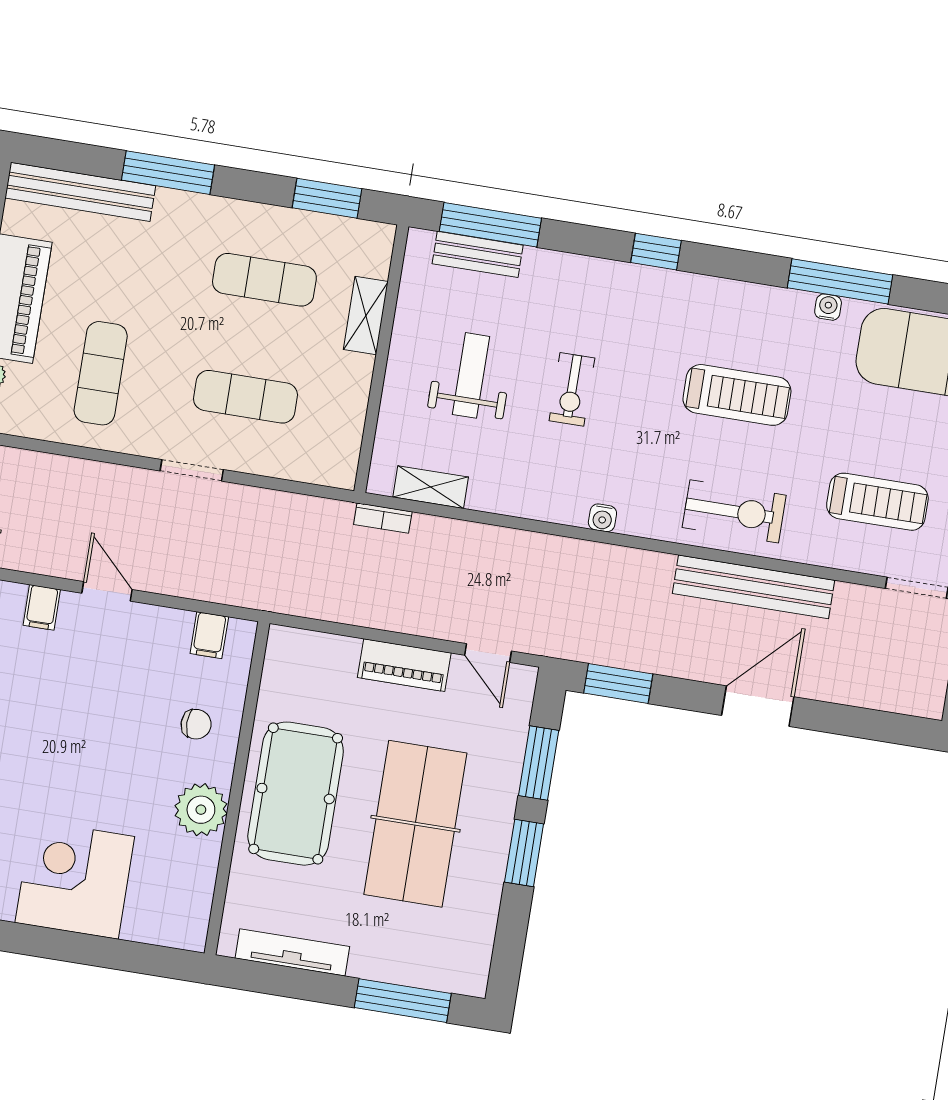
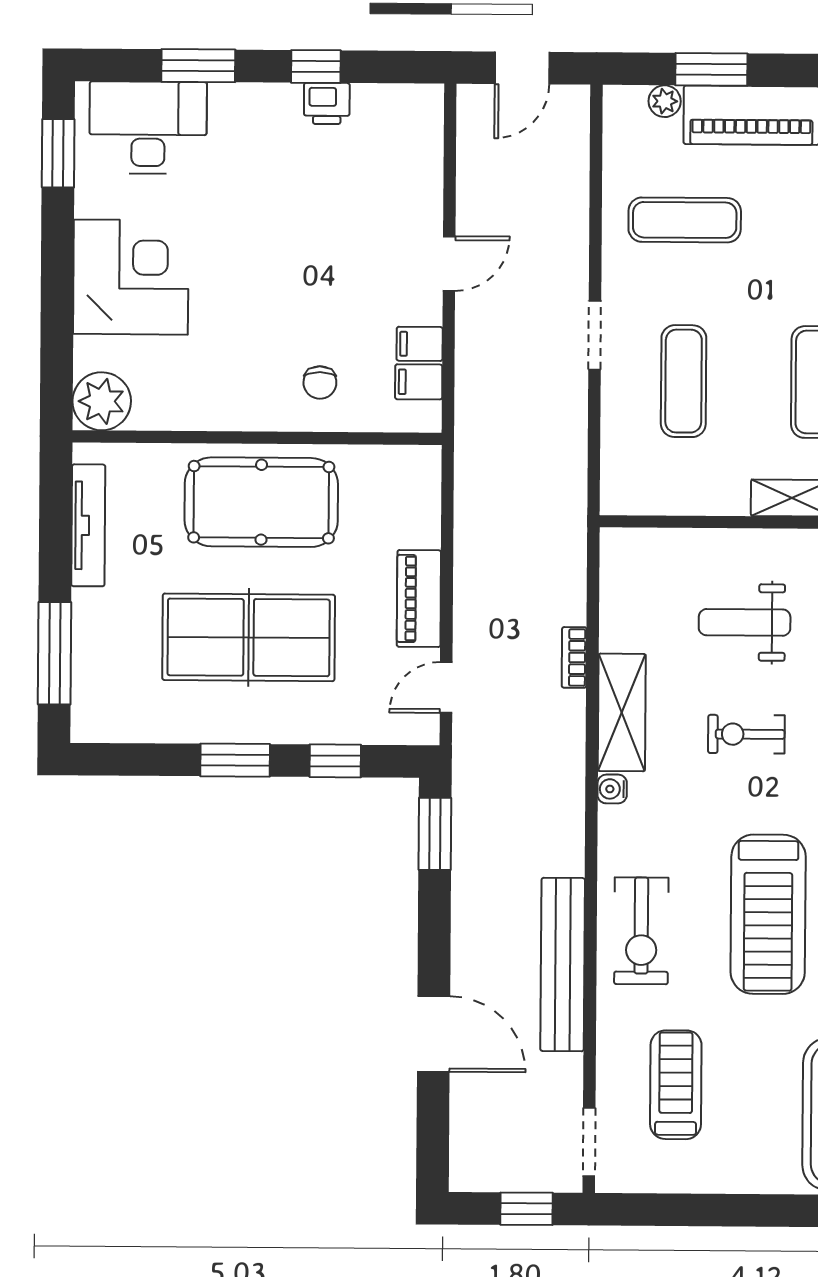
weight bench: (471, 375) -> (745, 622), turned 180
treadmill: (737, 395) -> (768, 914), width x1.37, depth x1.38
shelving: (431, 487) -> (622, 712), moved, width x1.50, depth x1.33
treadmill: (877, 502) -> (676, 1085), turned 180
bookcase: (383, 518) -> (574, 657), moved
filing cabinet: (42, 607) -> (420, 344), moved
door: (758, 706) -> (434, 1034), moved
window: (539, 763) -> (335, 761), width x0.67
plant: (201, 810) -> (102, 401), moved

